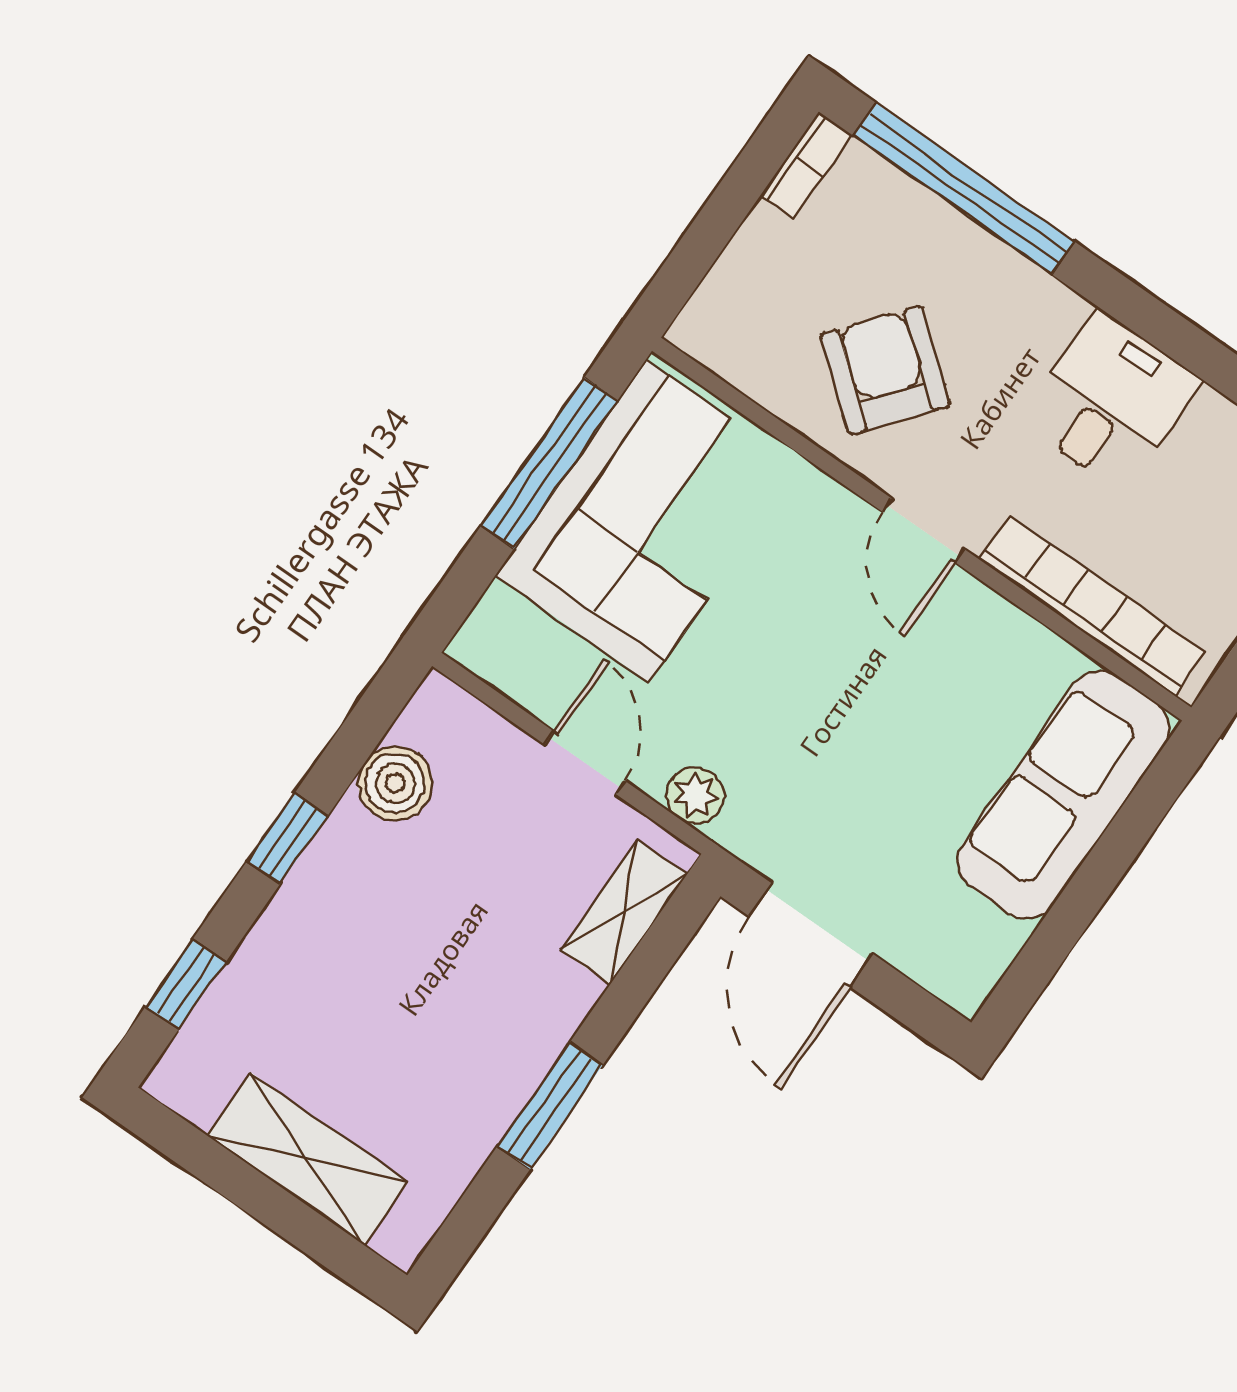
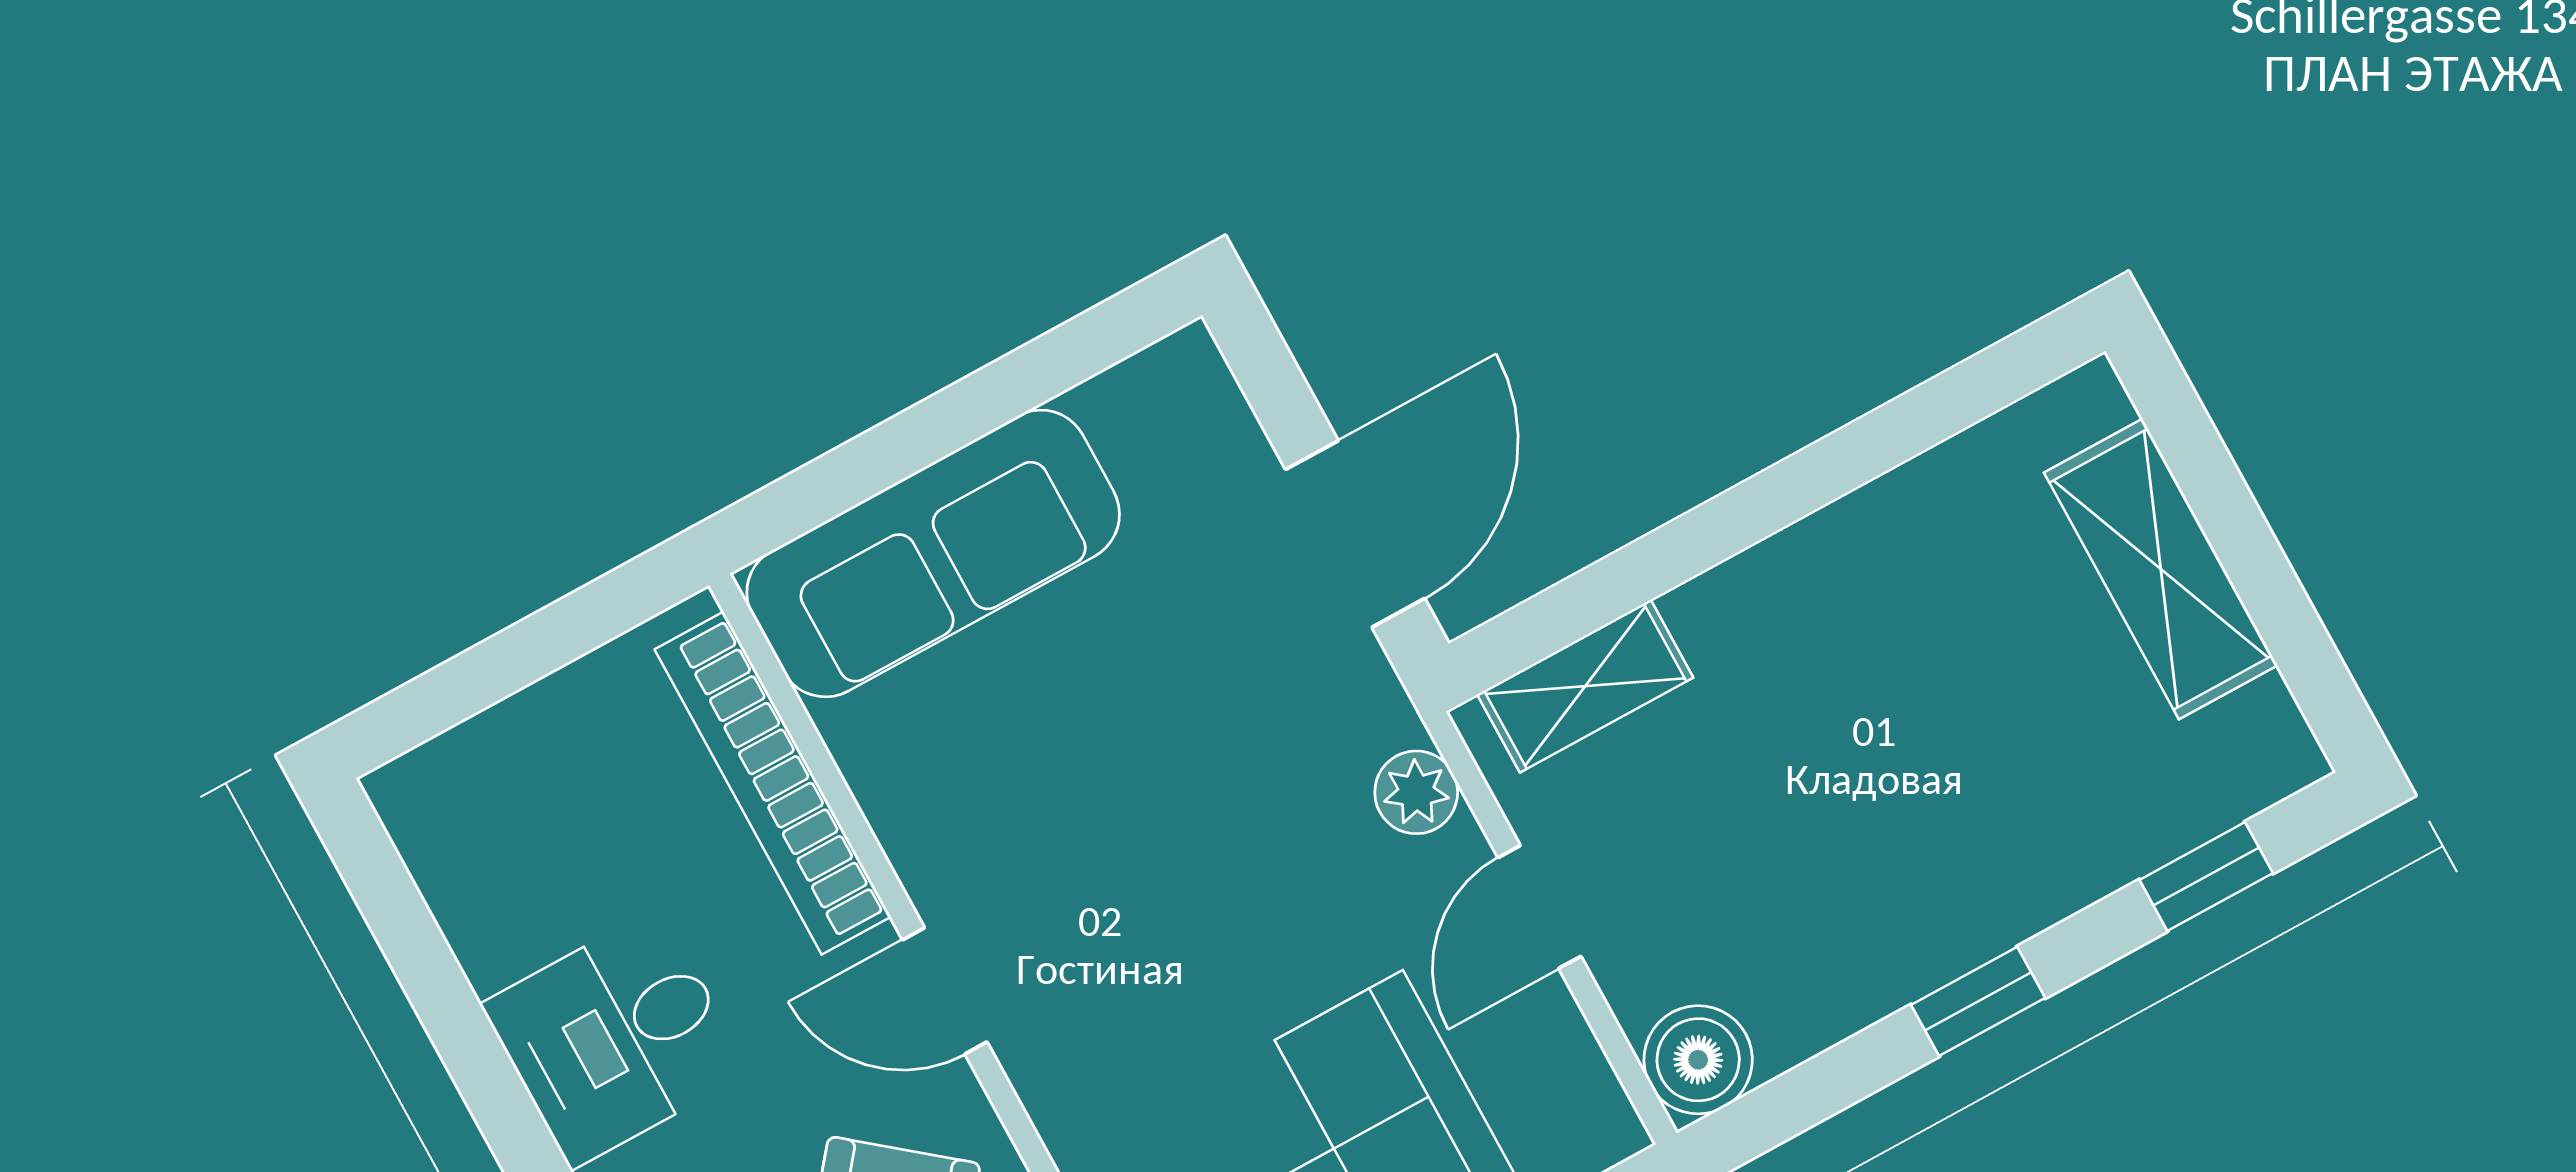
door: (924, 530) -> (945, 991), swing flipped
boiler: (395, 783) -> (1698, 1060), moved
window: (550, 1106) -> (1808, 480), removed

